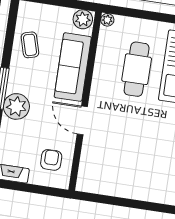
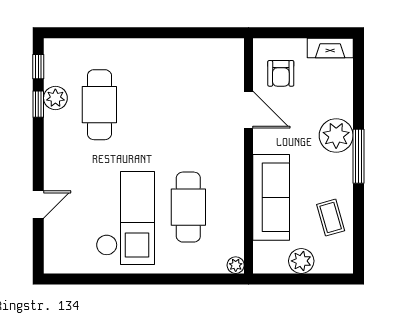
plant: (83, 19) -> (301, 261), moved
door: (82, 120) -> (248, 110), moved

